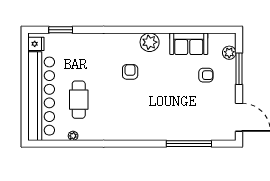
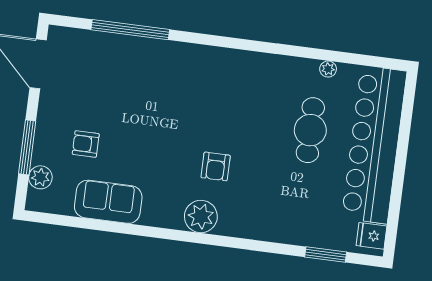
plant: (150, 42) -> (201, 216), moved

